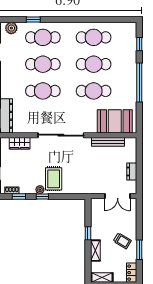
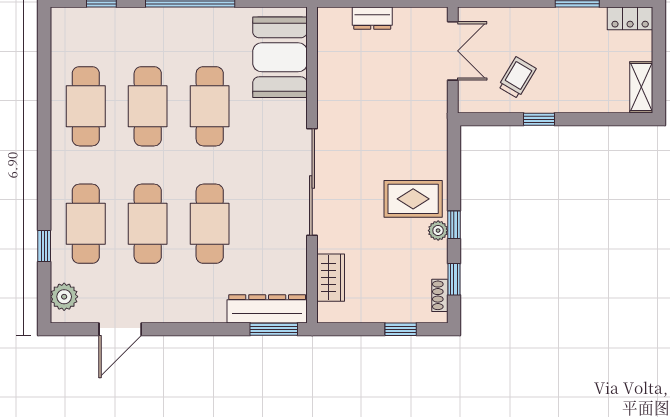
bench: (108, 142) -> (328, 73), removed
dresser: (132, 171) -> (372, 18), moved
trolley: (122, 241) -> (517, 78), moved
shelving: (95, 251) -> (579, 102), removed

